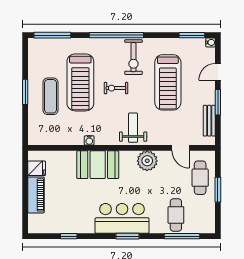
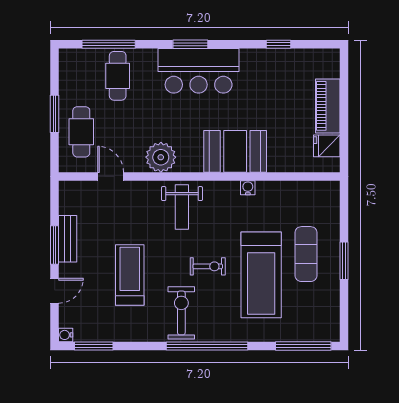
treadmill: (80, 82) -> (261, 275), turned 180
treadmill: (168, 82) -> (130, 275), width x0.73, depth x0.73
bench: (209, 121) -> (68, 239), moved

